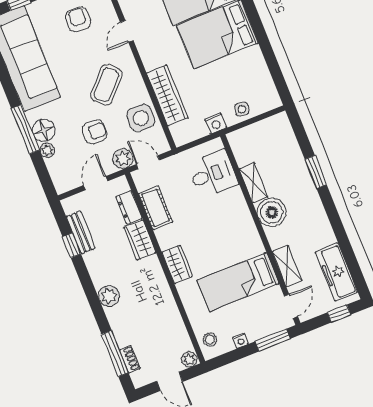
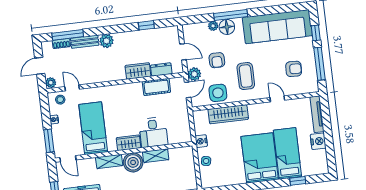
coffee table: (106, 85) -> (246, 76), turned 47
desk: (213, 174) -> (153, 132), moved
bench: (81, 232) -> (85, 42), moved
wardrobe: (177, 264) -> (129, 143), moved, turned 180
shelving: (287, 266) -> (109, 161), moved
door: (189, 327) -> (72, 88), added

